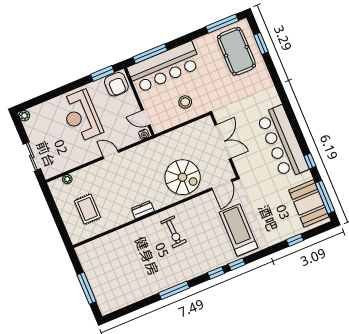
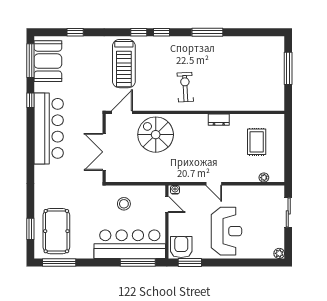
dresser: (143, 210) -> (219, 120), moved

